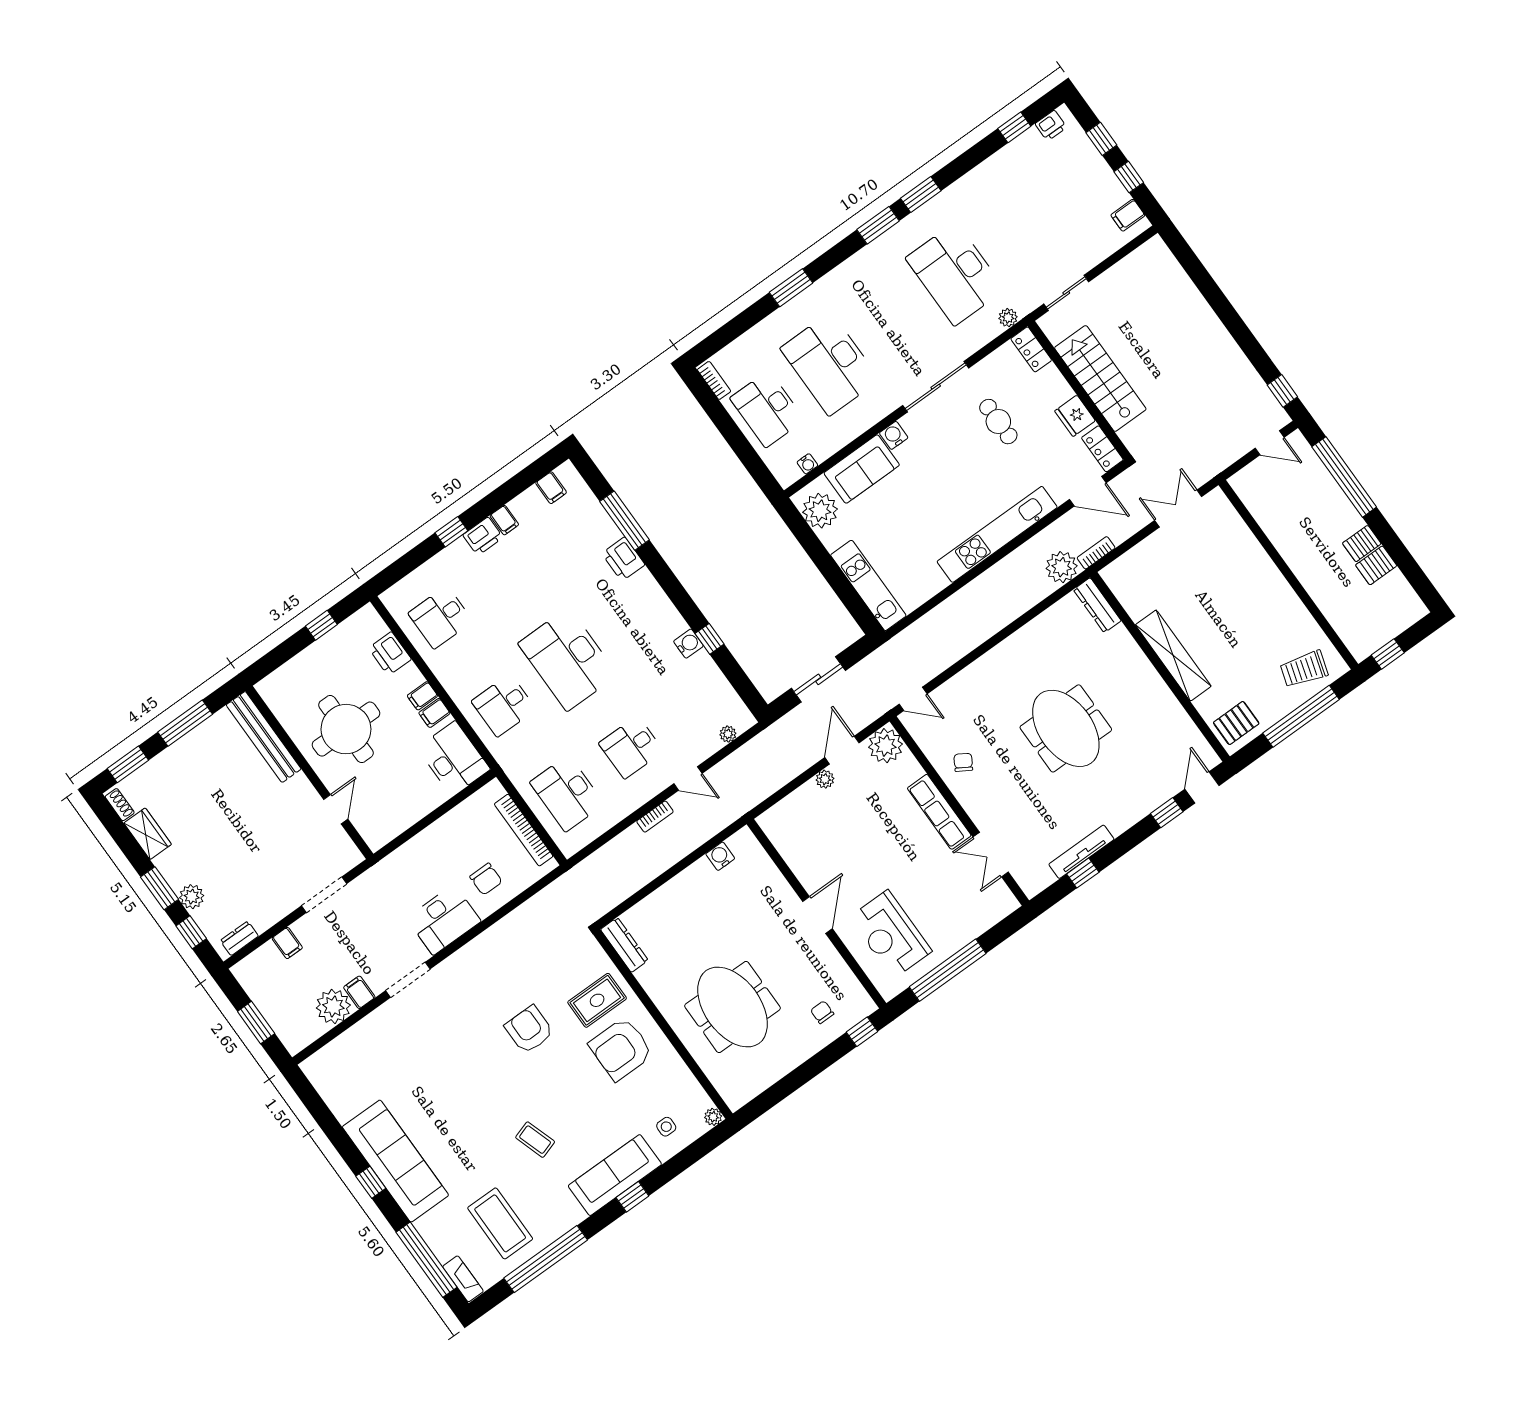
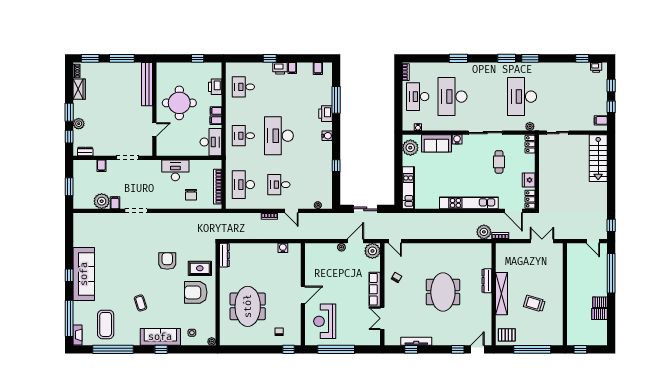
stairs: (1100, 379) -> (598, 158), moved, turned 180
dresser: (1097, 605) -> (487, 281), moved
water cooler: (688, 644) -> (327, 136), moved
trolley: (1304, 669) -> (534, 304), moved
desk: (444, 920) -> (175, 170), moved, turned 180

